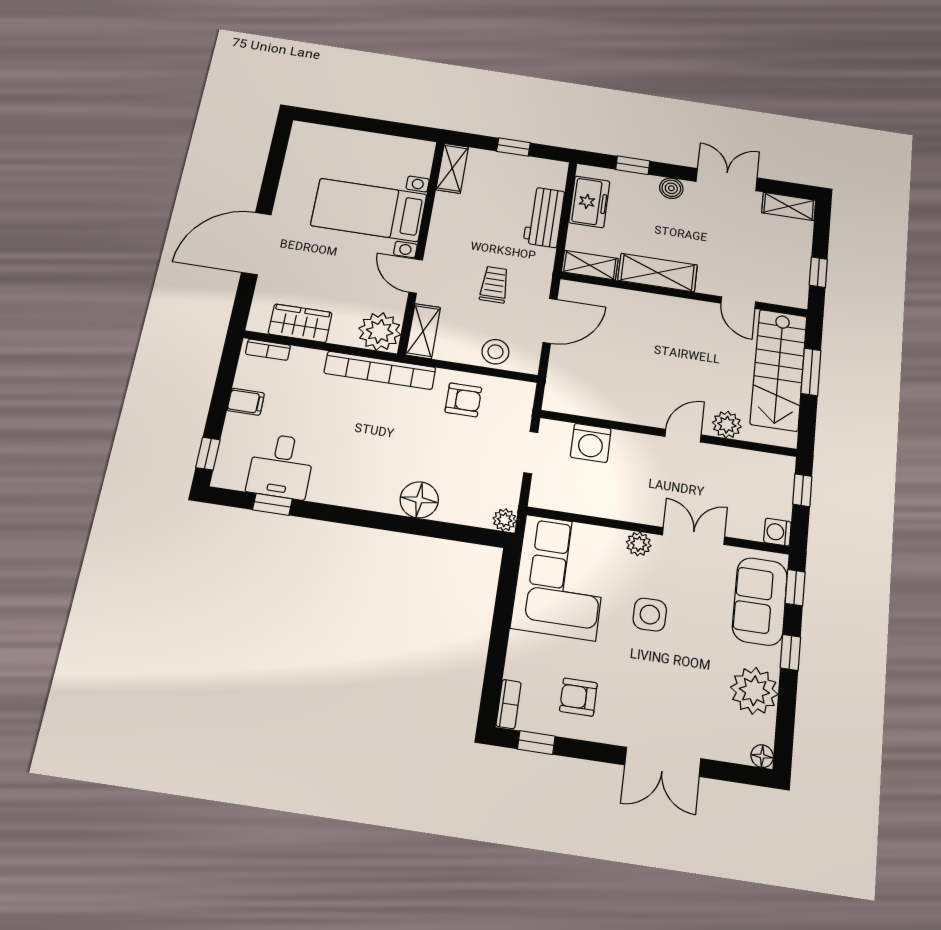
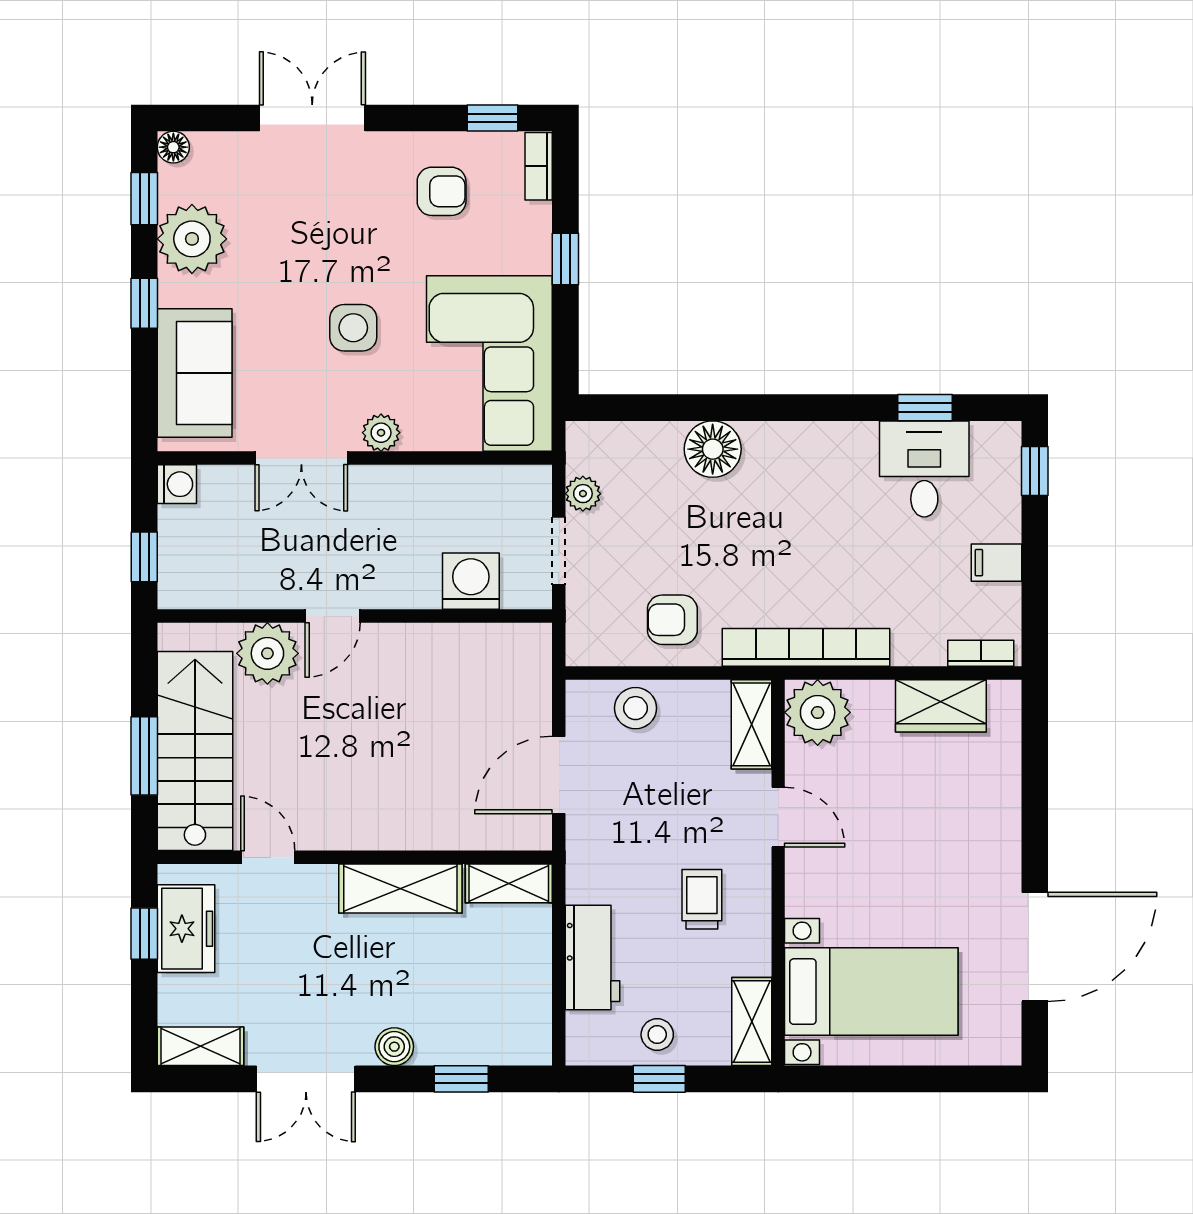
stool: (511, 170) -> (657, 1035), added
freezer: (589, 202) -> (186, 929), moved, turned 180
bed with nightstands: (369, 210) -> (871, 992), moved
door: (256, 243) -> (1035, 947), moved
trolley: (494, 285) -> (702, 899), moved, turned 180
plant: (727, 425) -> (267, 653), width x1.36, depth x1.36
plant: (505, 520) -> (583, 494), moved
window: (795, 588) -> (144, 199), moved
window: (499, 638) -> (565, 259), added

